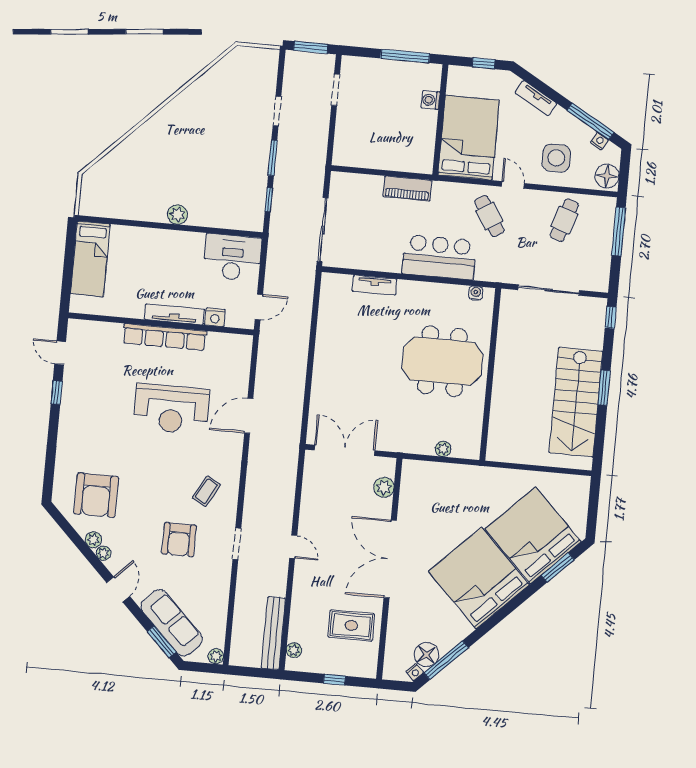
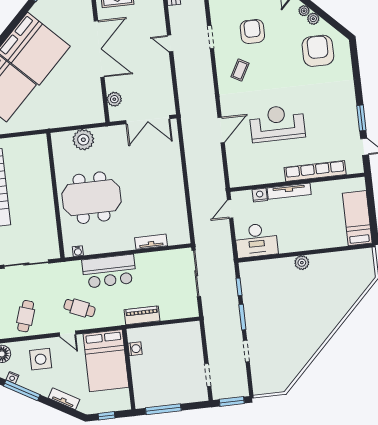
washing machine: (431, 100) -> (135, 349), moved
cafe table: (489, 216) -> (80, 308), turned -35
row of seats: (165, 337) -> (315, 171), moved
window: (57, 393) -> (361, 118), width x1.50
plant: (443, 449) -> (83, 140), width x1.88, depth x1.88

